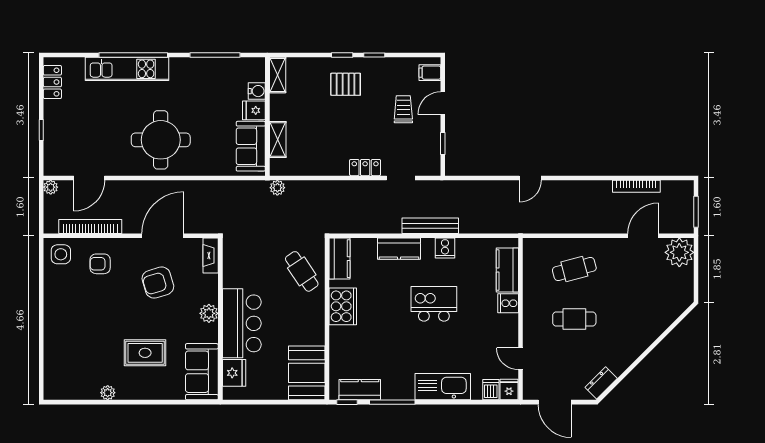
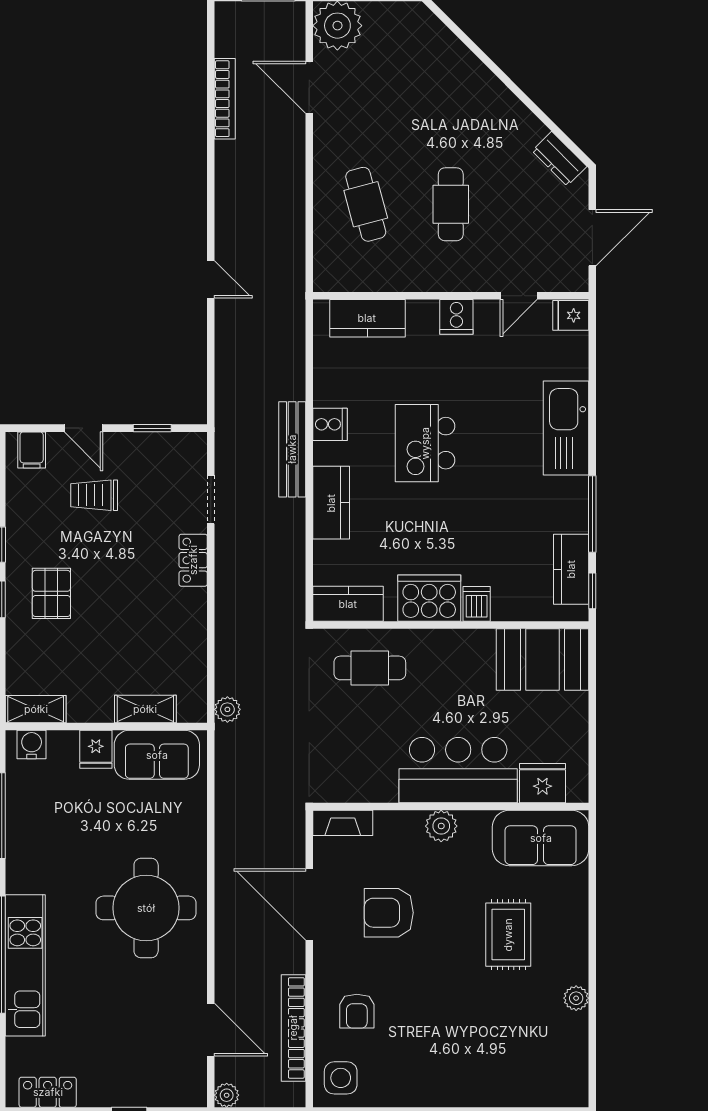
water cooler: (257, 91) -> (32, 744), moved
cafe table: (302, 271) -> (370, 668), turned 34
armchair: (158, 283) -> (389, 913), turned 107
cooker: (508, 303) -> (456, 317), moved
dishwasher: (491, 390) -> (477, 604), moved, turned 90

